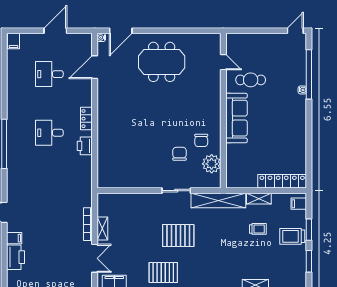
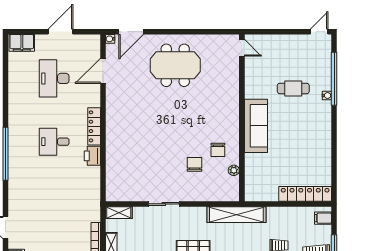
filing cabinet: (13, 41) -> (22, 43), width x2.00
door: (223, 62) -> (242, 48), moved
desk: (49, 74) -> (54, 78), width x1.37
cafe table: (251, 80) -> (293, 88), moved
locker: (86, 119) -> (94, 126), width x1.53
plant: (212, 164) -> (234, 170), width x0.53, depth x0.53
sliding door: (176, 191) -> (164, 204), moved
shelving: (259, 199) -> (119, 213), moved

